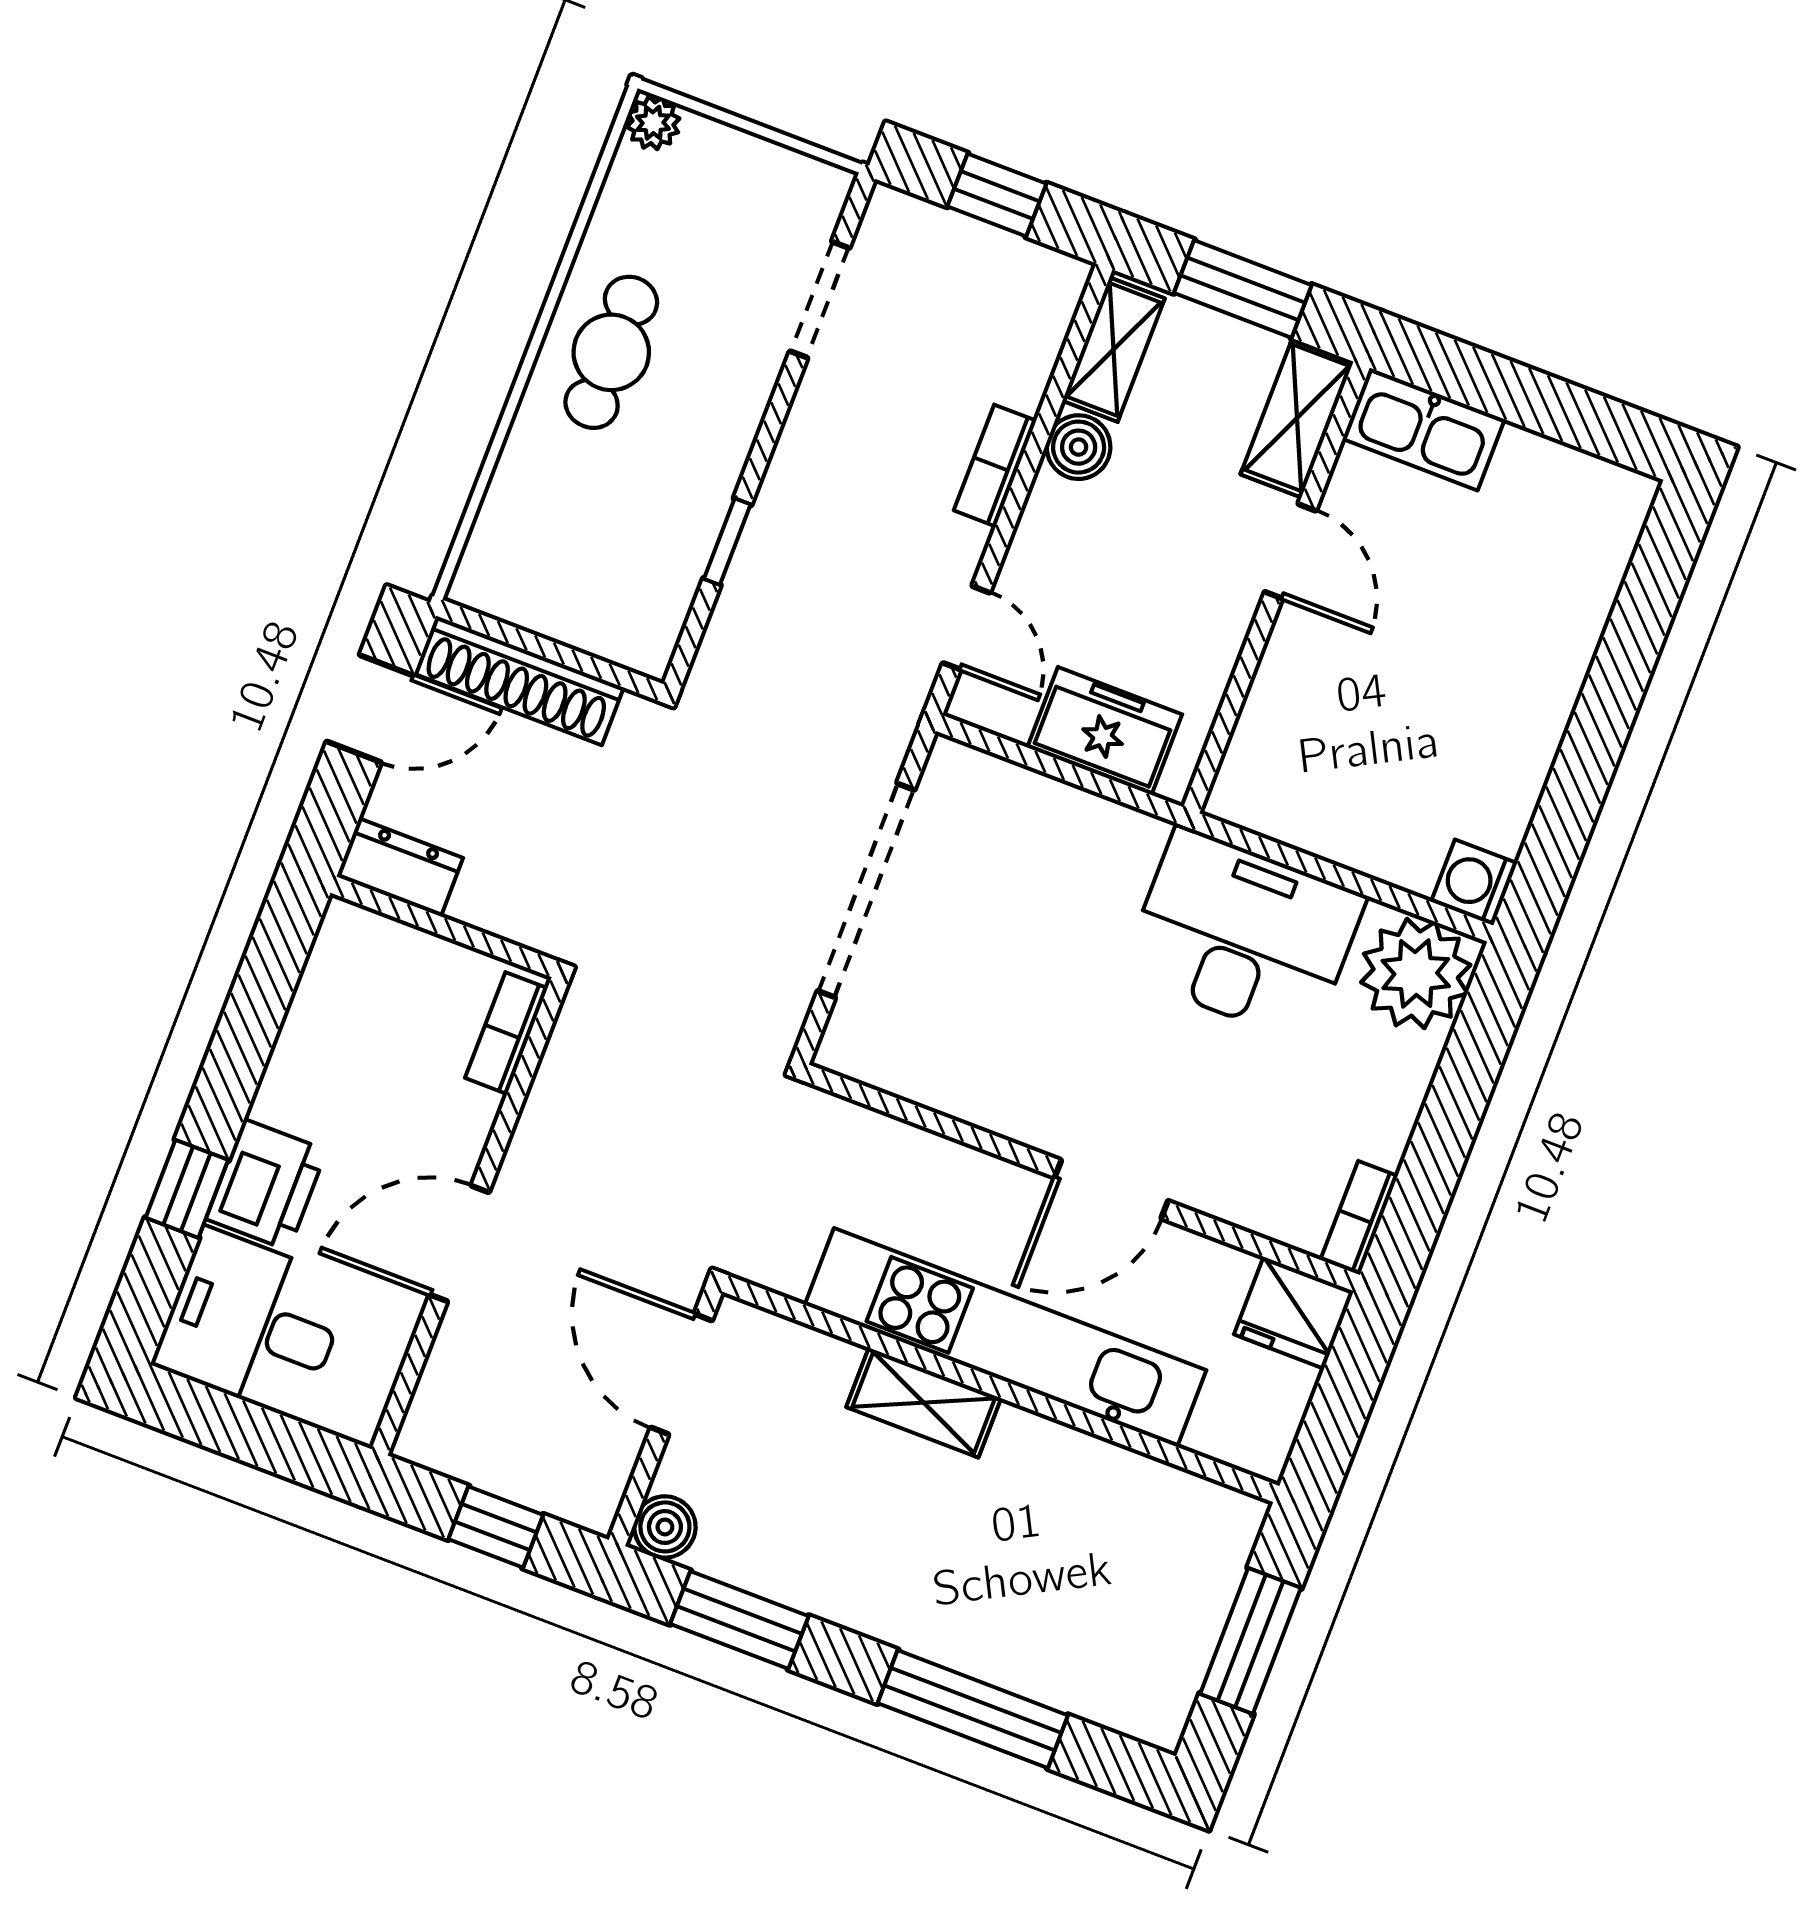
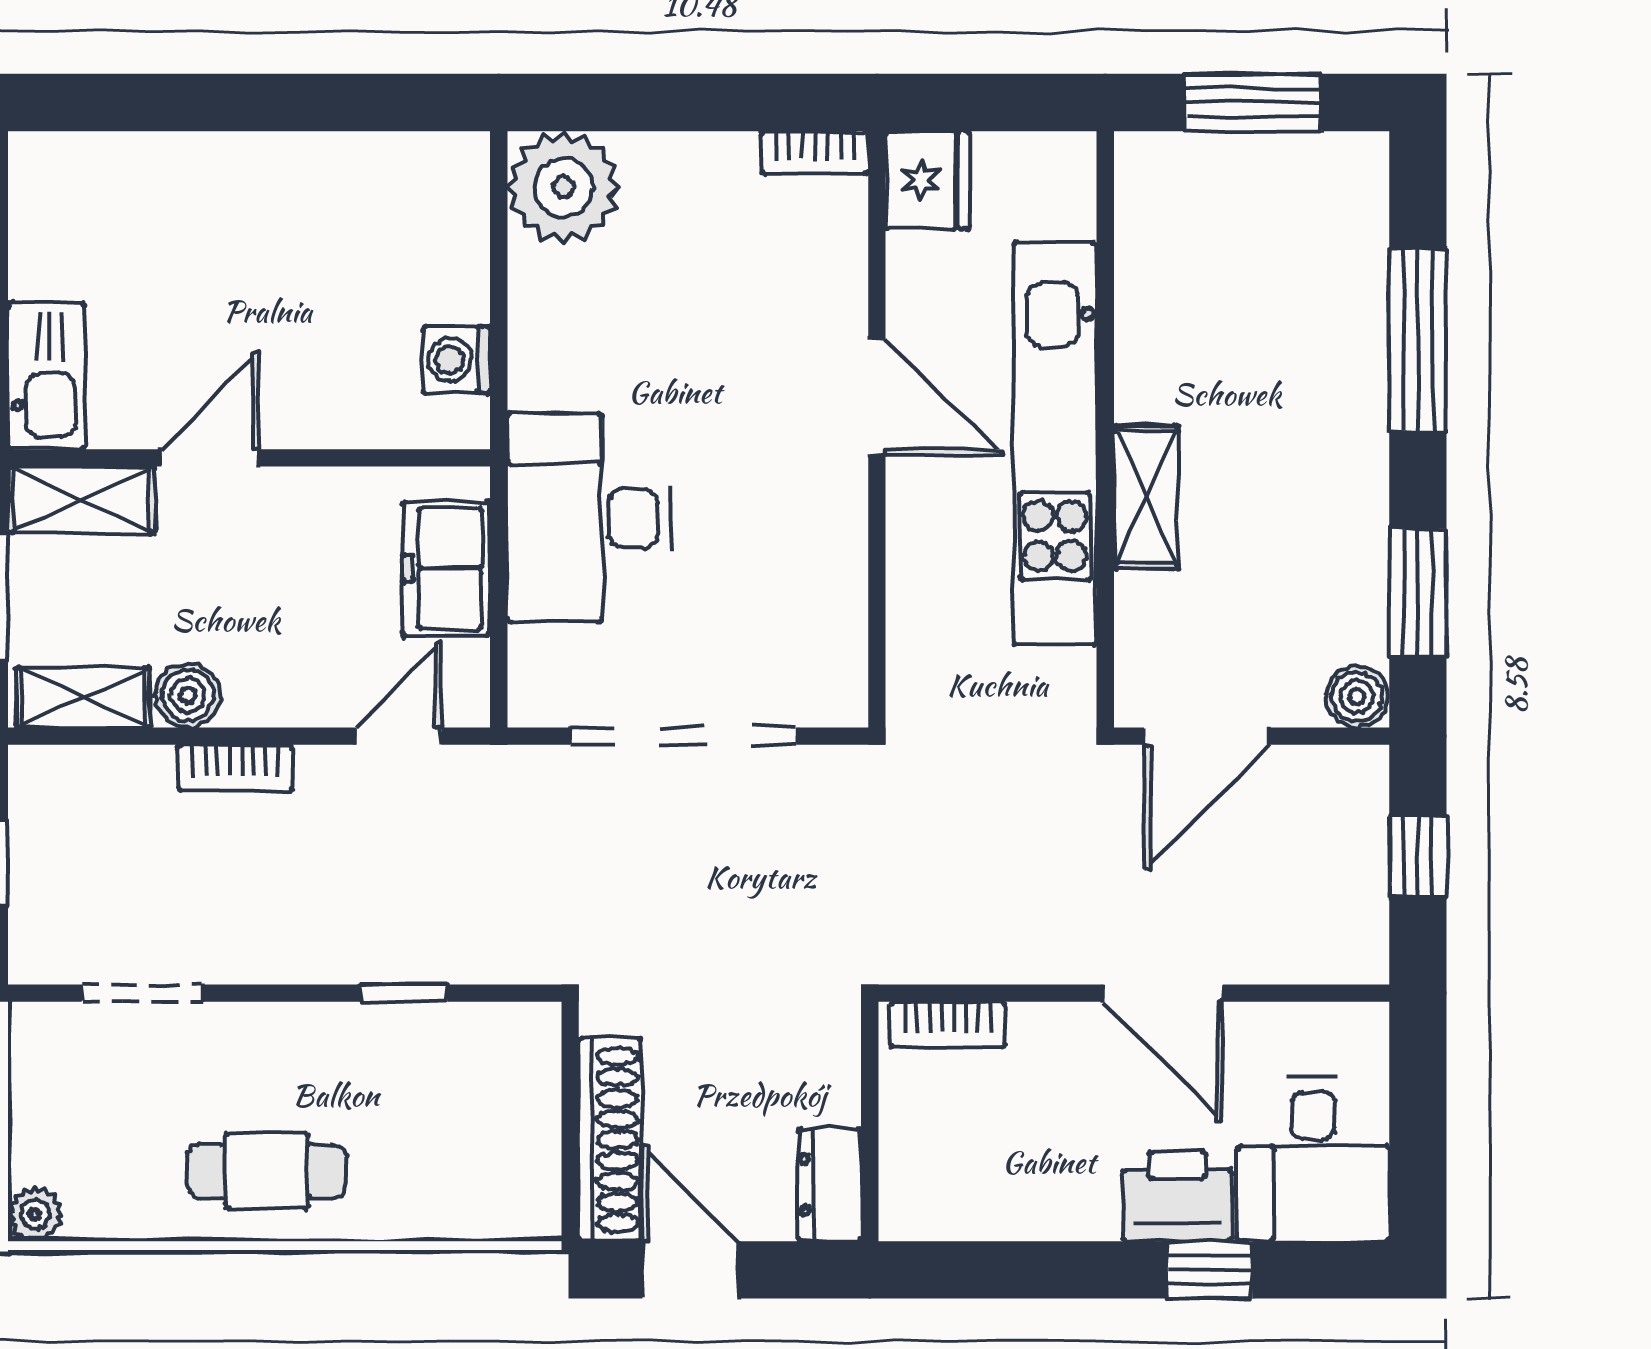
washing machine: (1474, 883) -> (456, 360), moved, turned 90
desk: (1244, 935) -> (589, 518), moved

